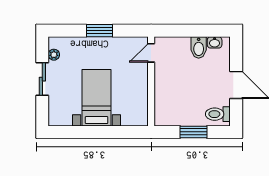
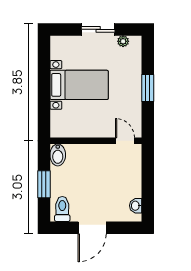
bidet: (199, 47) -> (58, 155), moved, turned -90

